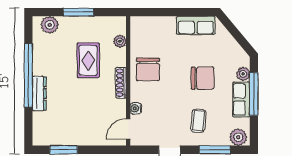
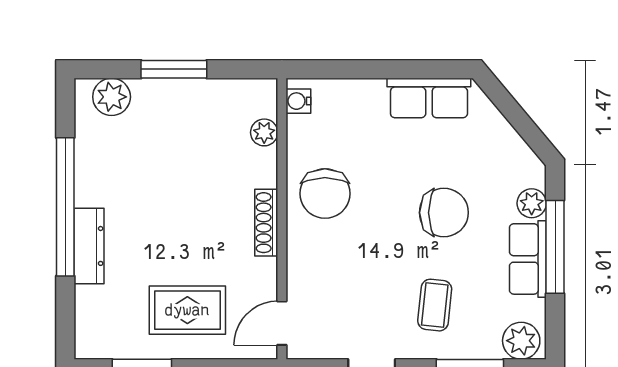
rug: (88, 60) -> (187, 310), moved, turned 90
water cooler: (136, 108) -> (298, 101), moved

